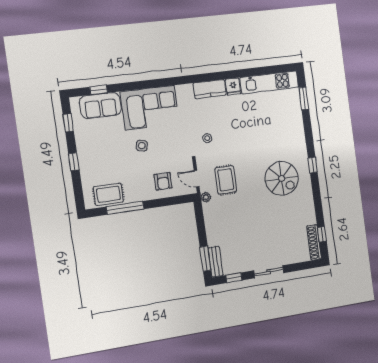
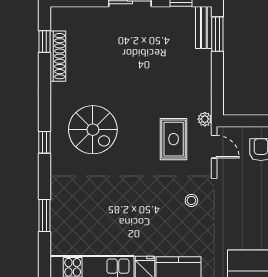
window: (304, 98) -> (44, 216), moved
spiral stairs: (282, 178) -> (93, 130), turned 180
shoe rack: (314, 242) -> (58, 56), moved

